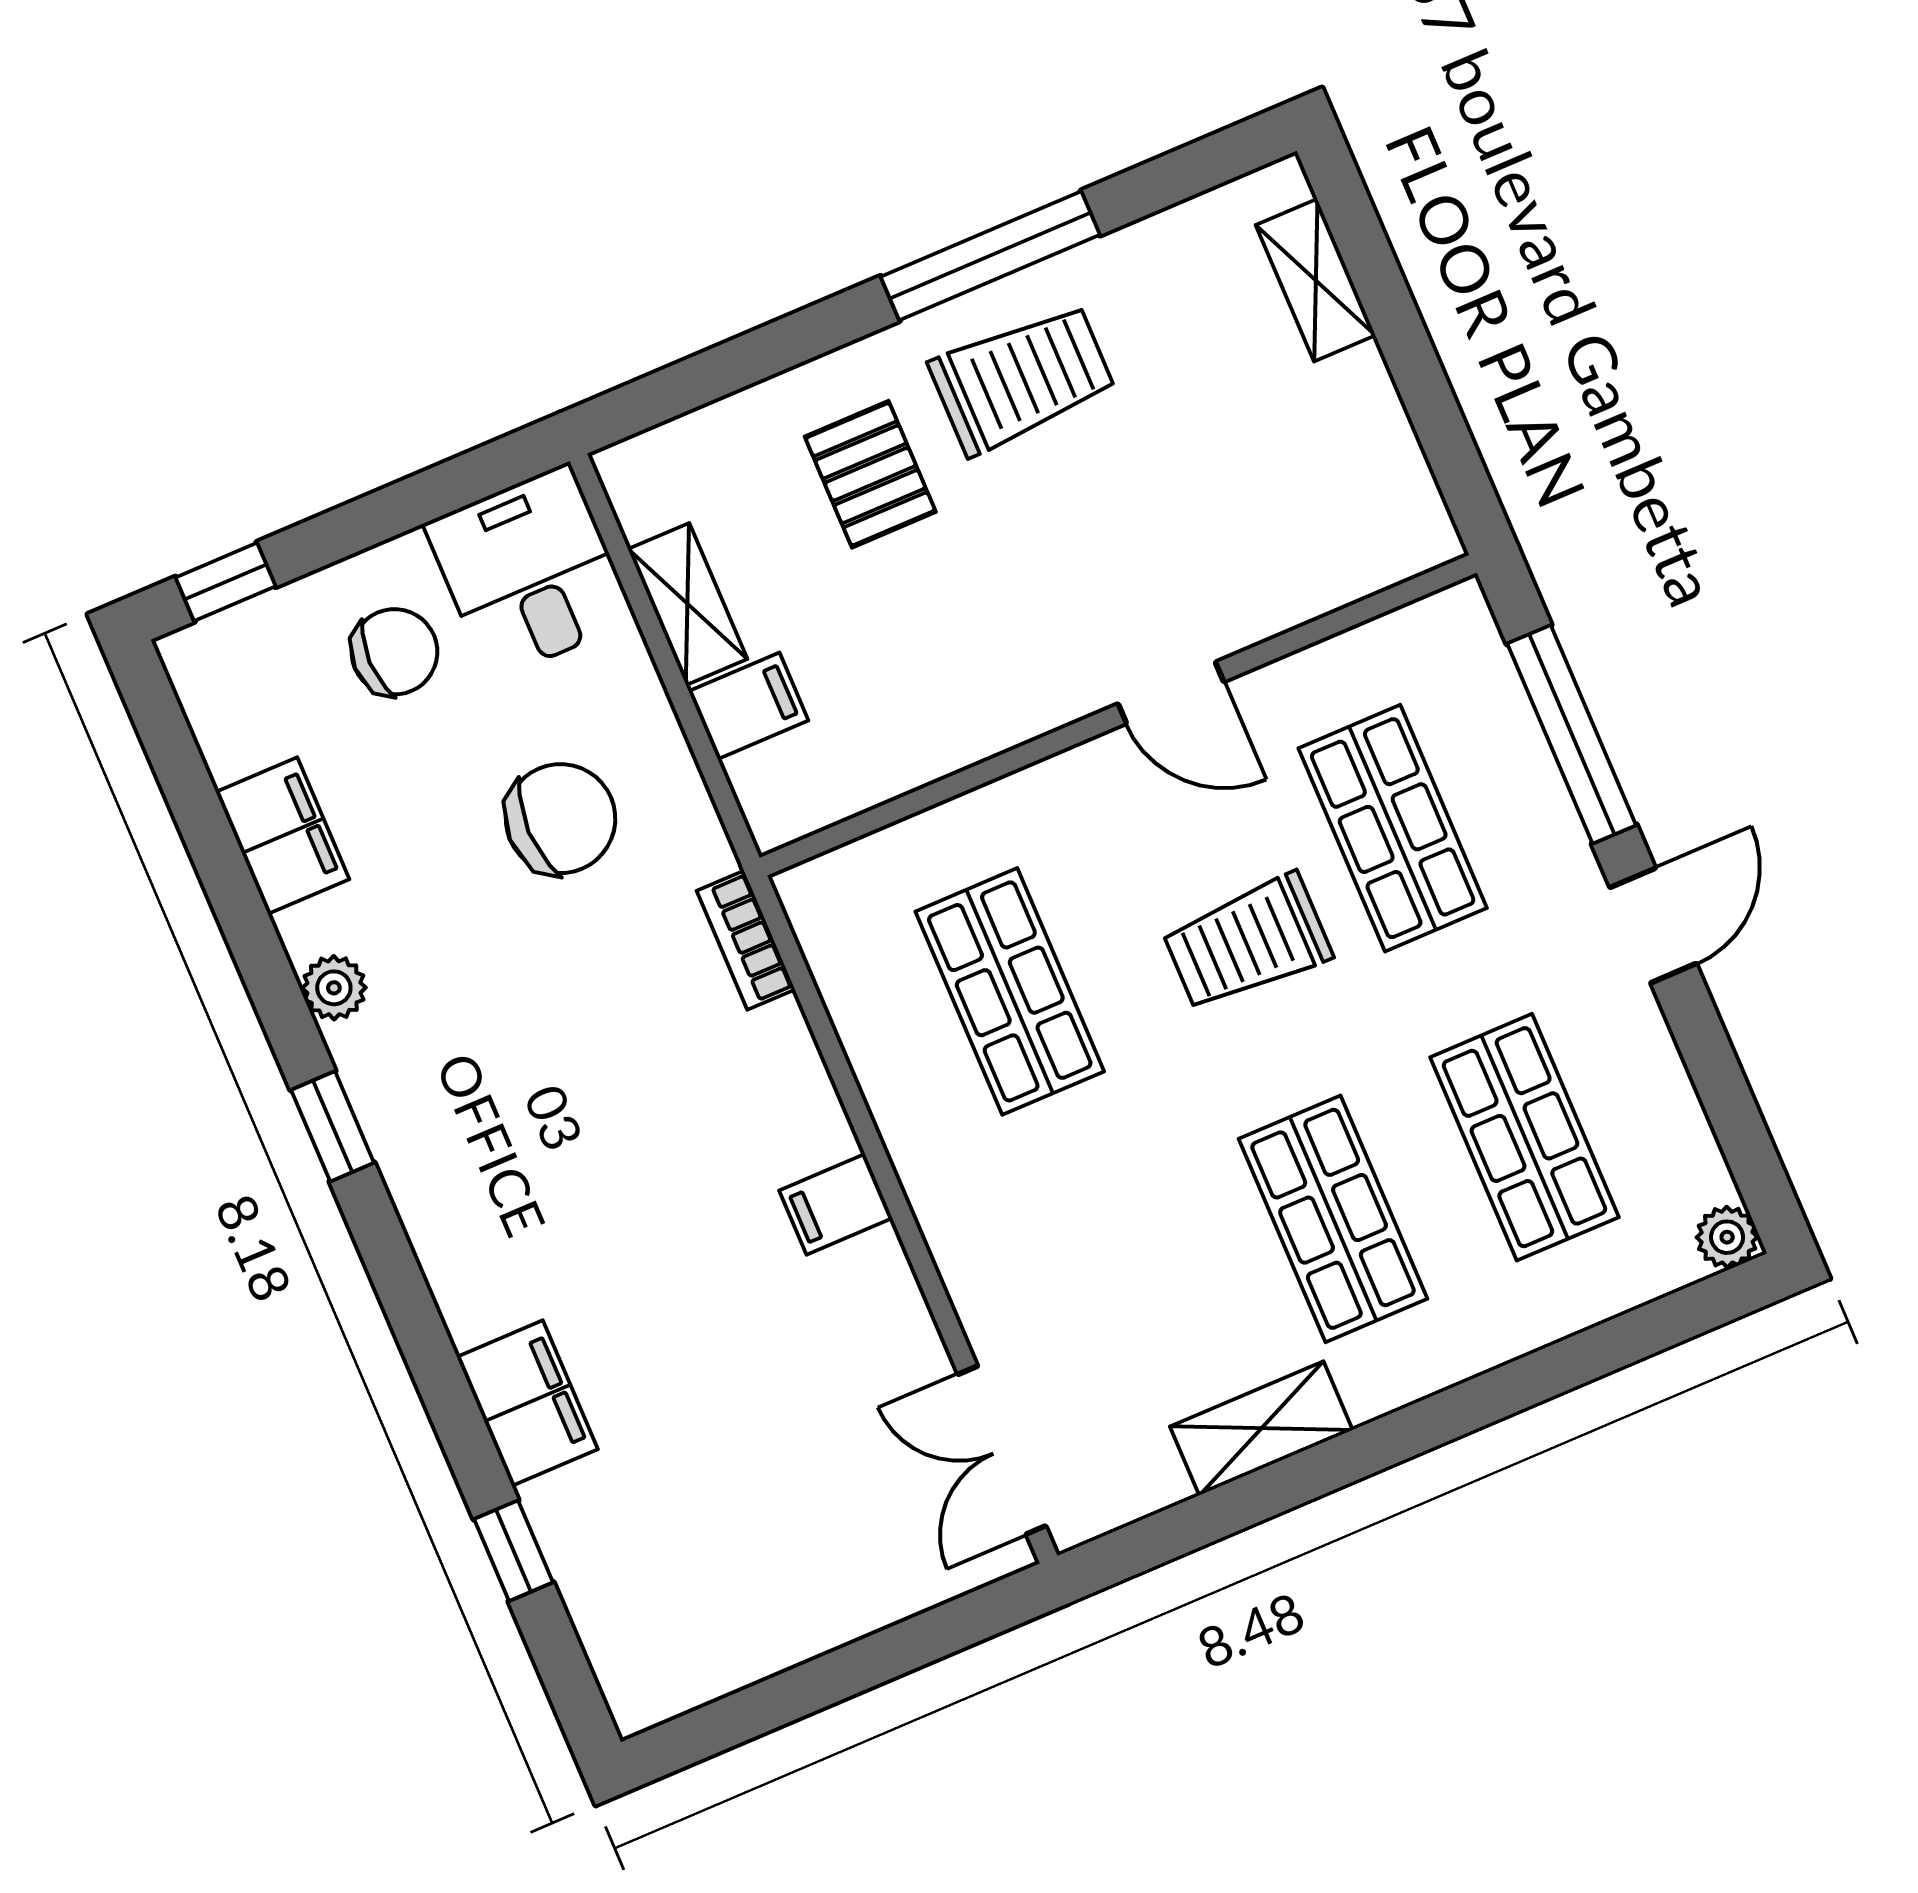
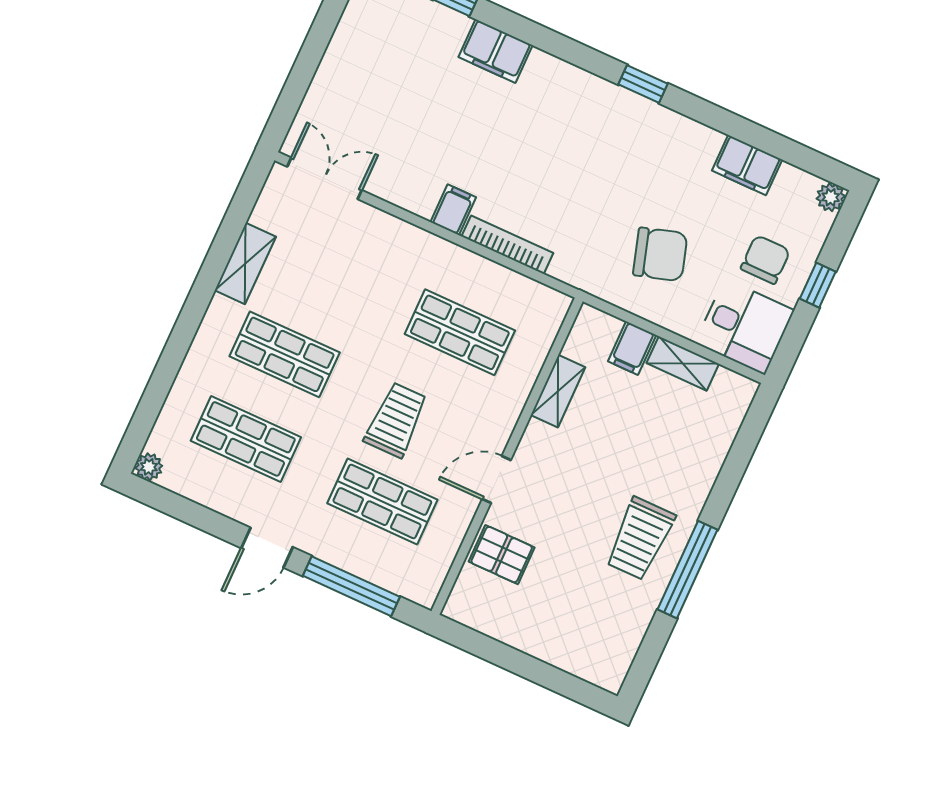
shelving: (1316, 280) -> (558, 391), moved, turned 90
pallet: (870, 474) -> (502, 555), moved
window: (226, 582) -> (818, 285), moved
chair: (394, 652) -> (765, 260), turned 180
chair: (561, 819) -> (660, 254), turned -107
door: (1653, 925) -> (267, 548), hinge flipped
bookcase: (746, 940) -> (507, 245), moved, width x1.56
plant: (334, 988) -> (831, 197), moved

